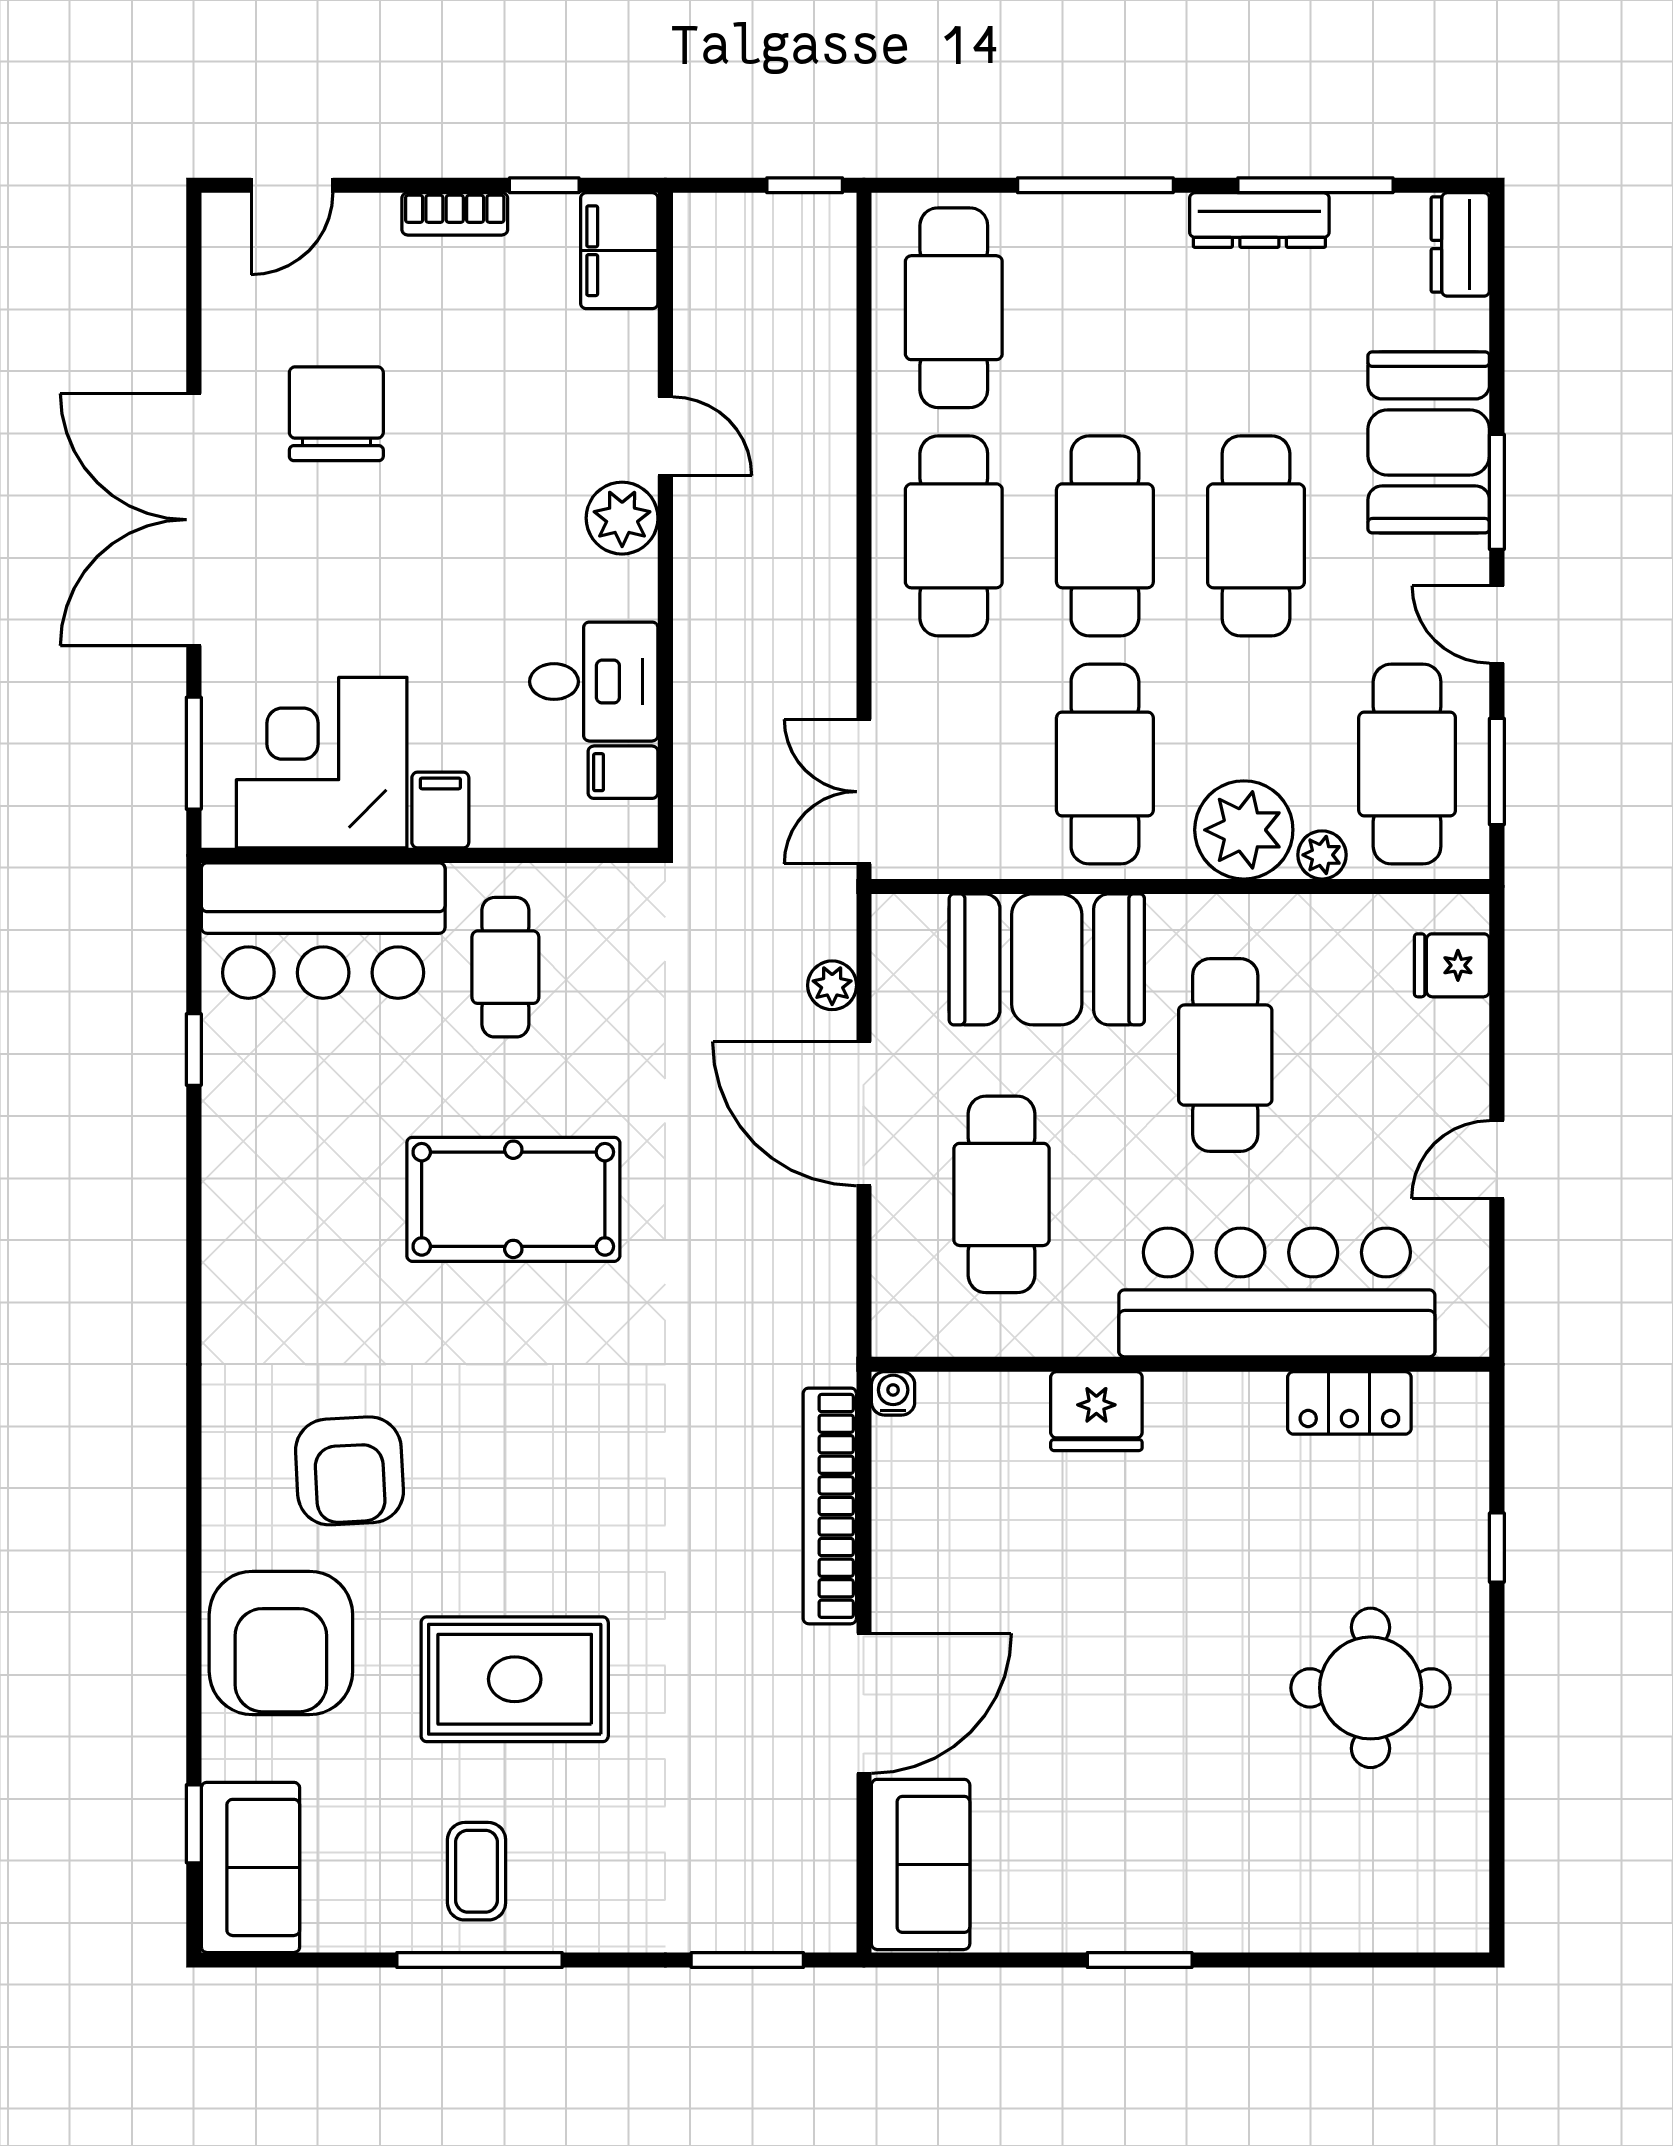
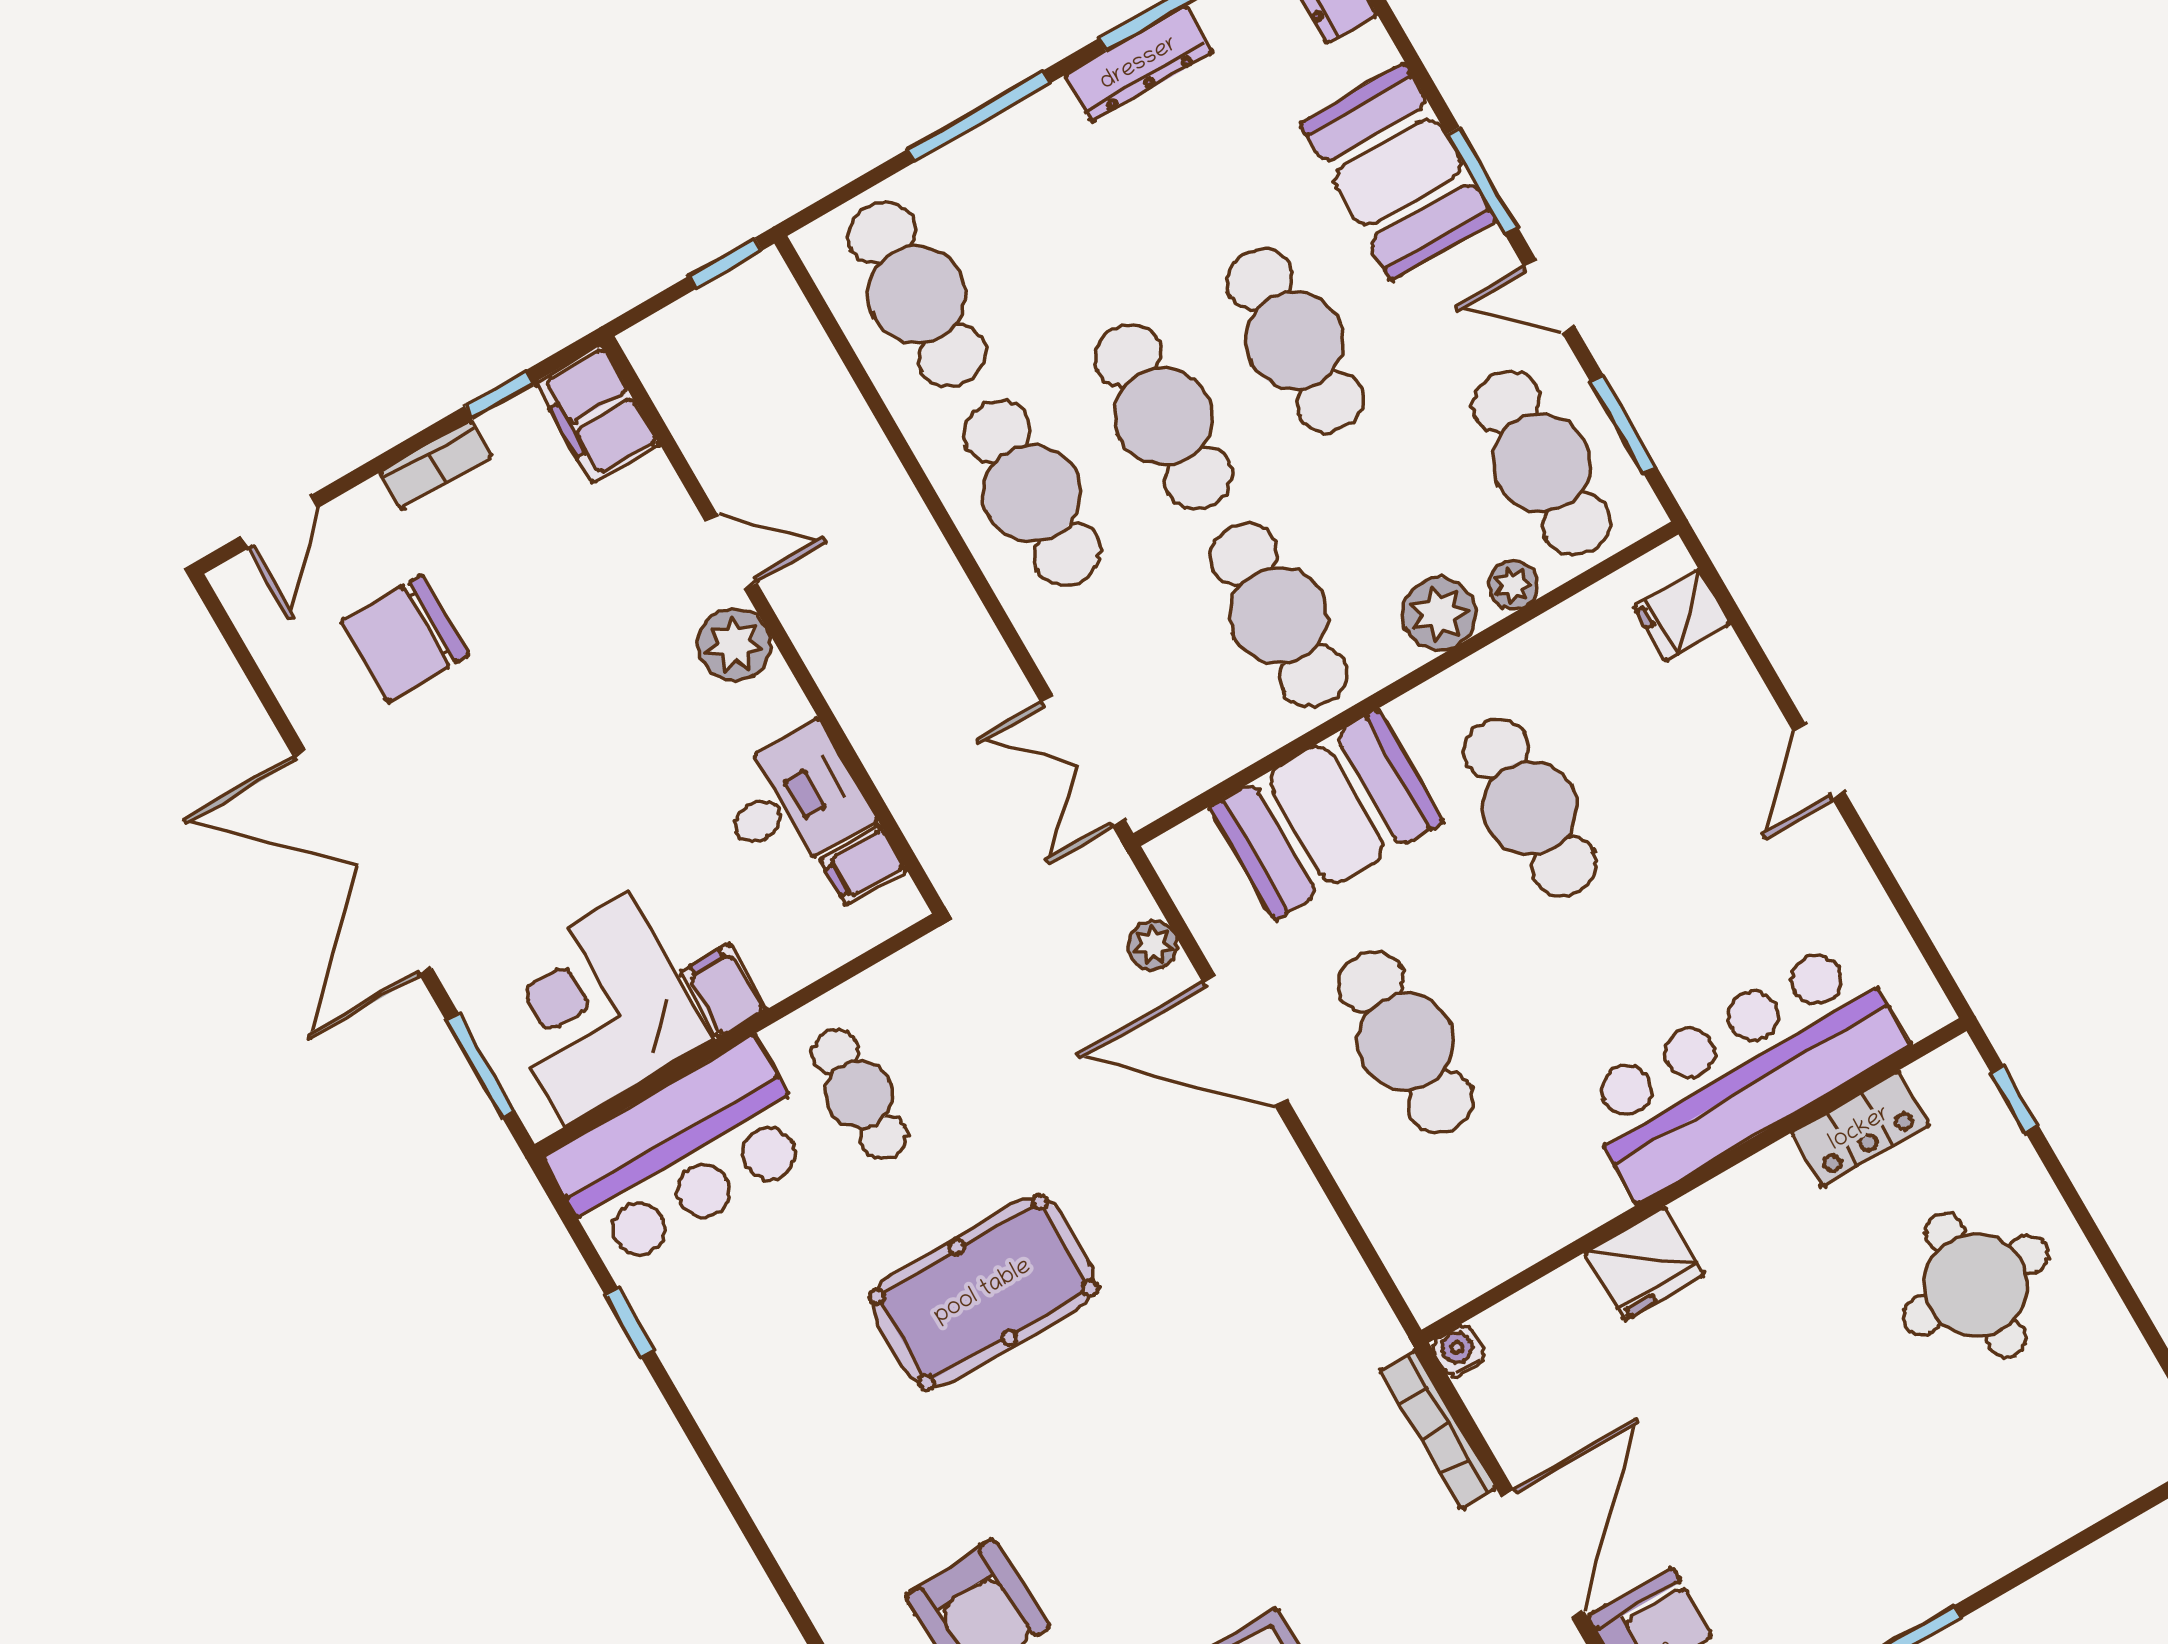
chair: (336, 414) -> (405, 638), moved, turned -90
plant: (1244, 830) -> (1439, 614), width x0.73, depth x0.73
bar counter: (1277, 1292) -> (1742, 1069), moved
wall: (1180, 1364) -> (1694, 1180), moved
water cooler: (893, 1393) -> (1459, 1351), moved
locker: (1349, 1403) -> (1860, 1129), moved
fridge: (1096, 1411) -> (1644, 1264), moved
bookcase: (830, 1506) -> (1438, 1430), width x0.68, depth x0.76

